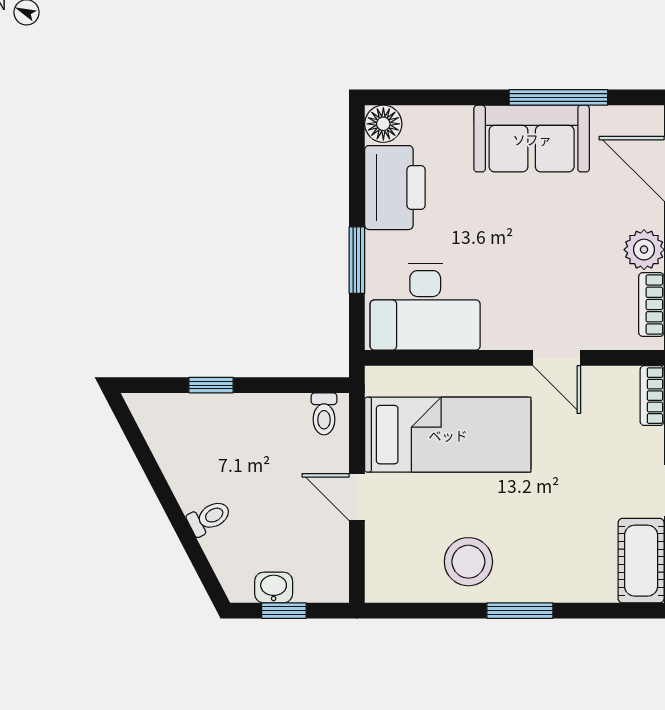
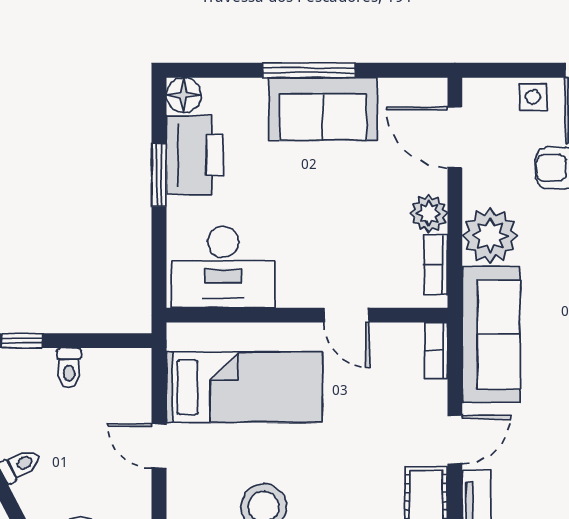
window: (558, 97) -> (309, 70), moved
window: (357, 260) -> (159, 175), moved
toilet: (324, 414) -> (69, 368), moved

